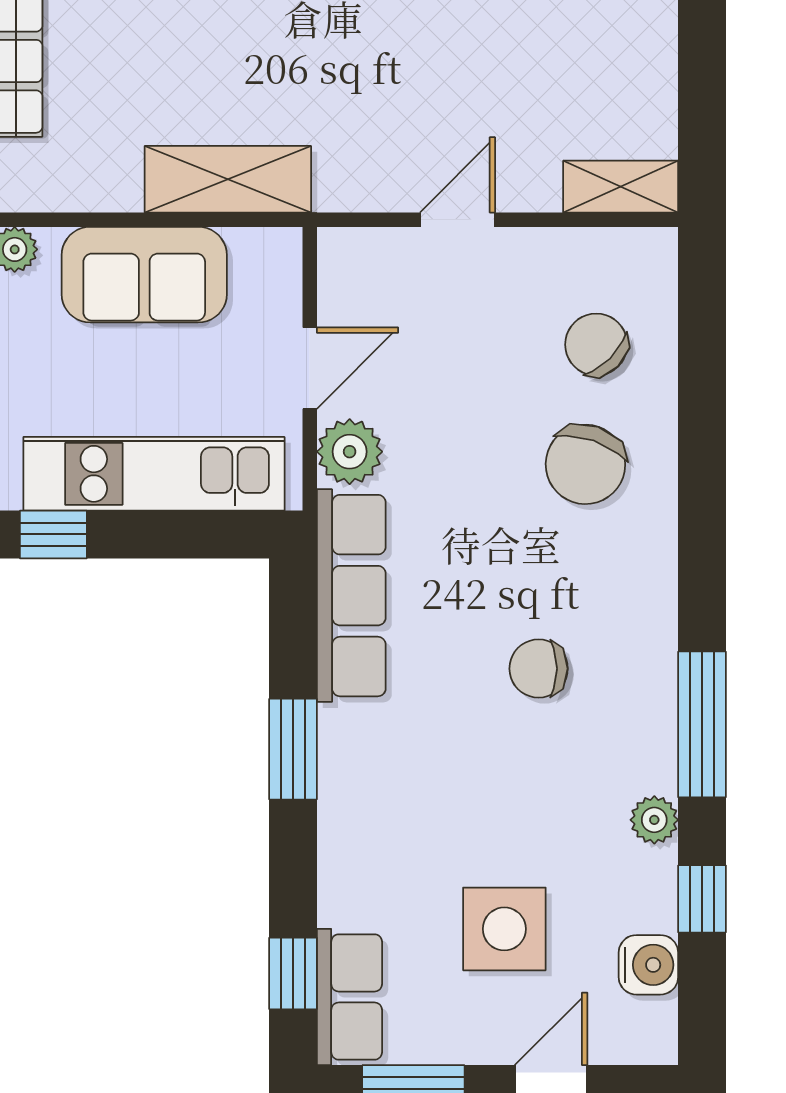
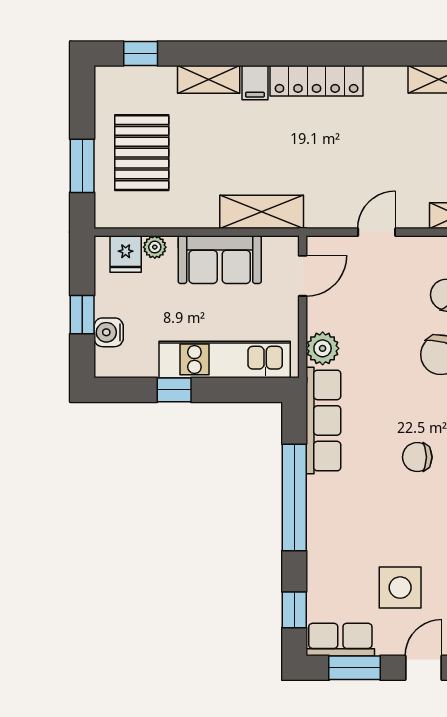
door: (310, 368) -> (303, 276), moved
window: (293, 749) -> (294, 497), width x2.11
row of seats: (349, 997) -> (340, 639), moved, turned -90

